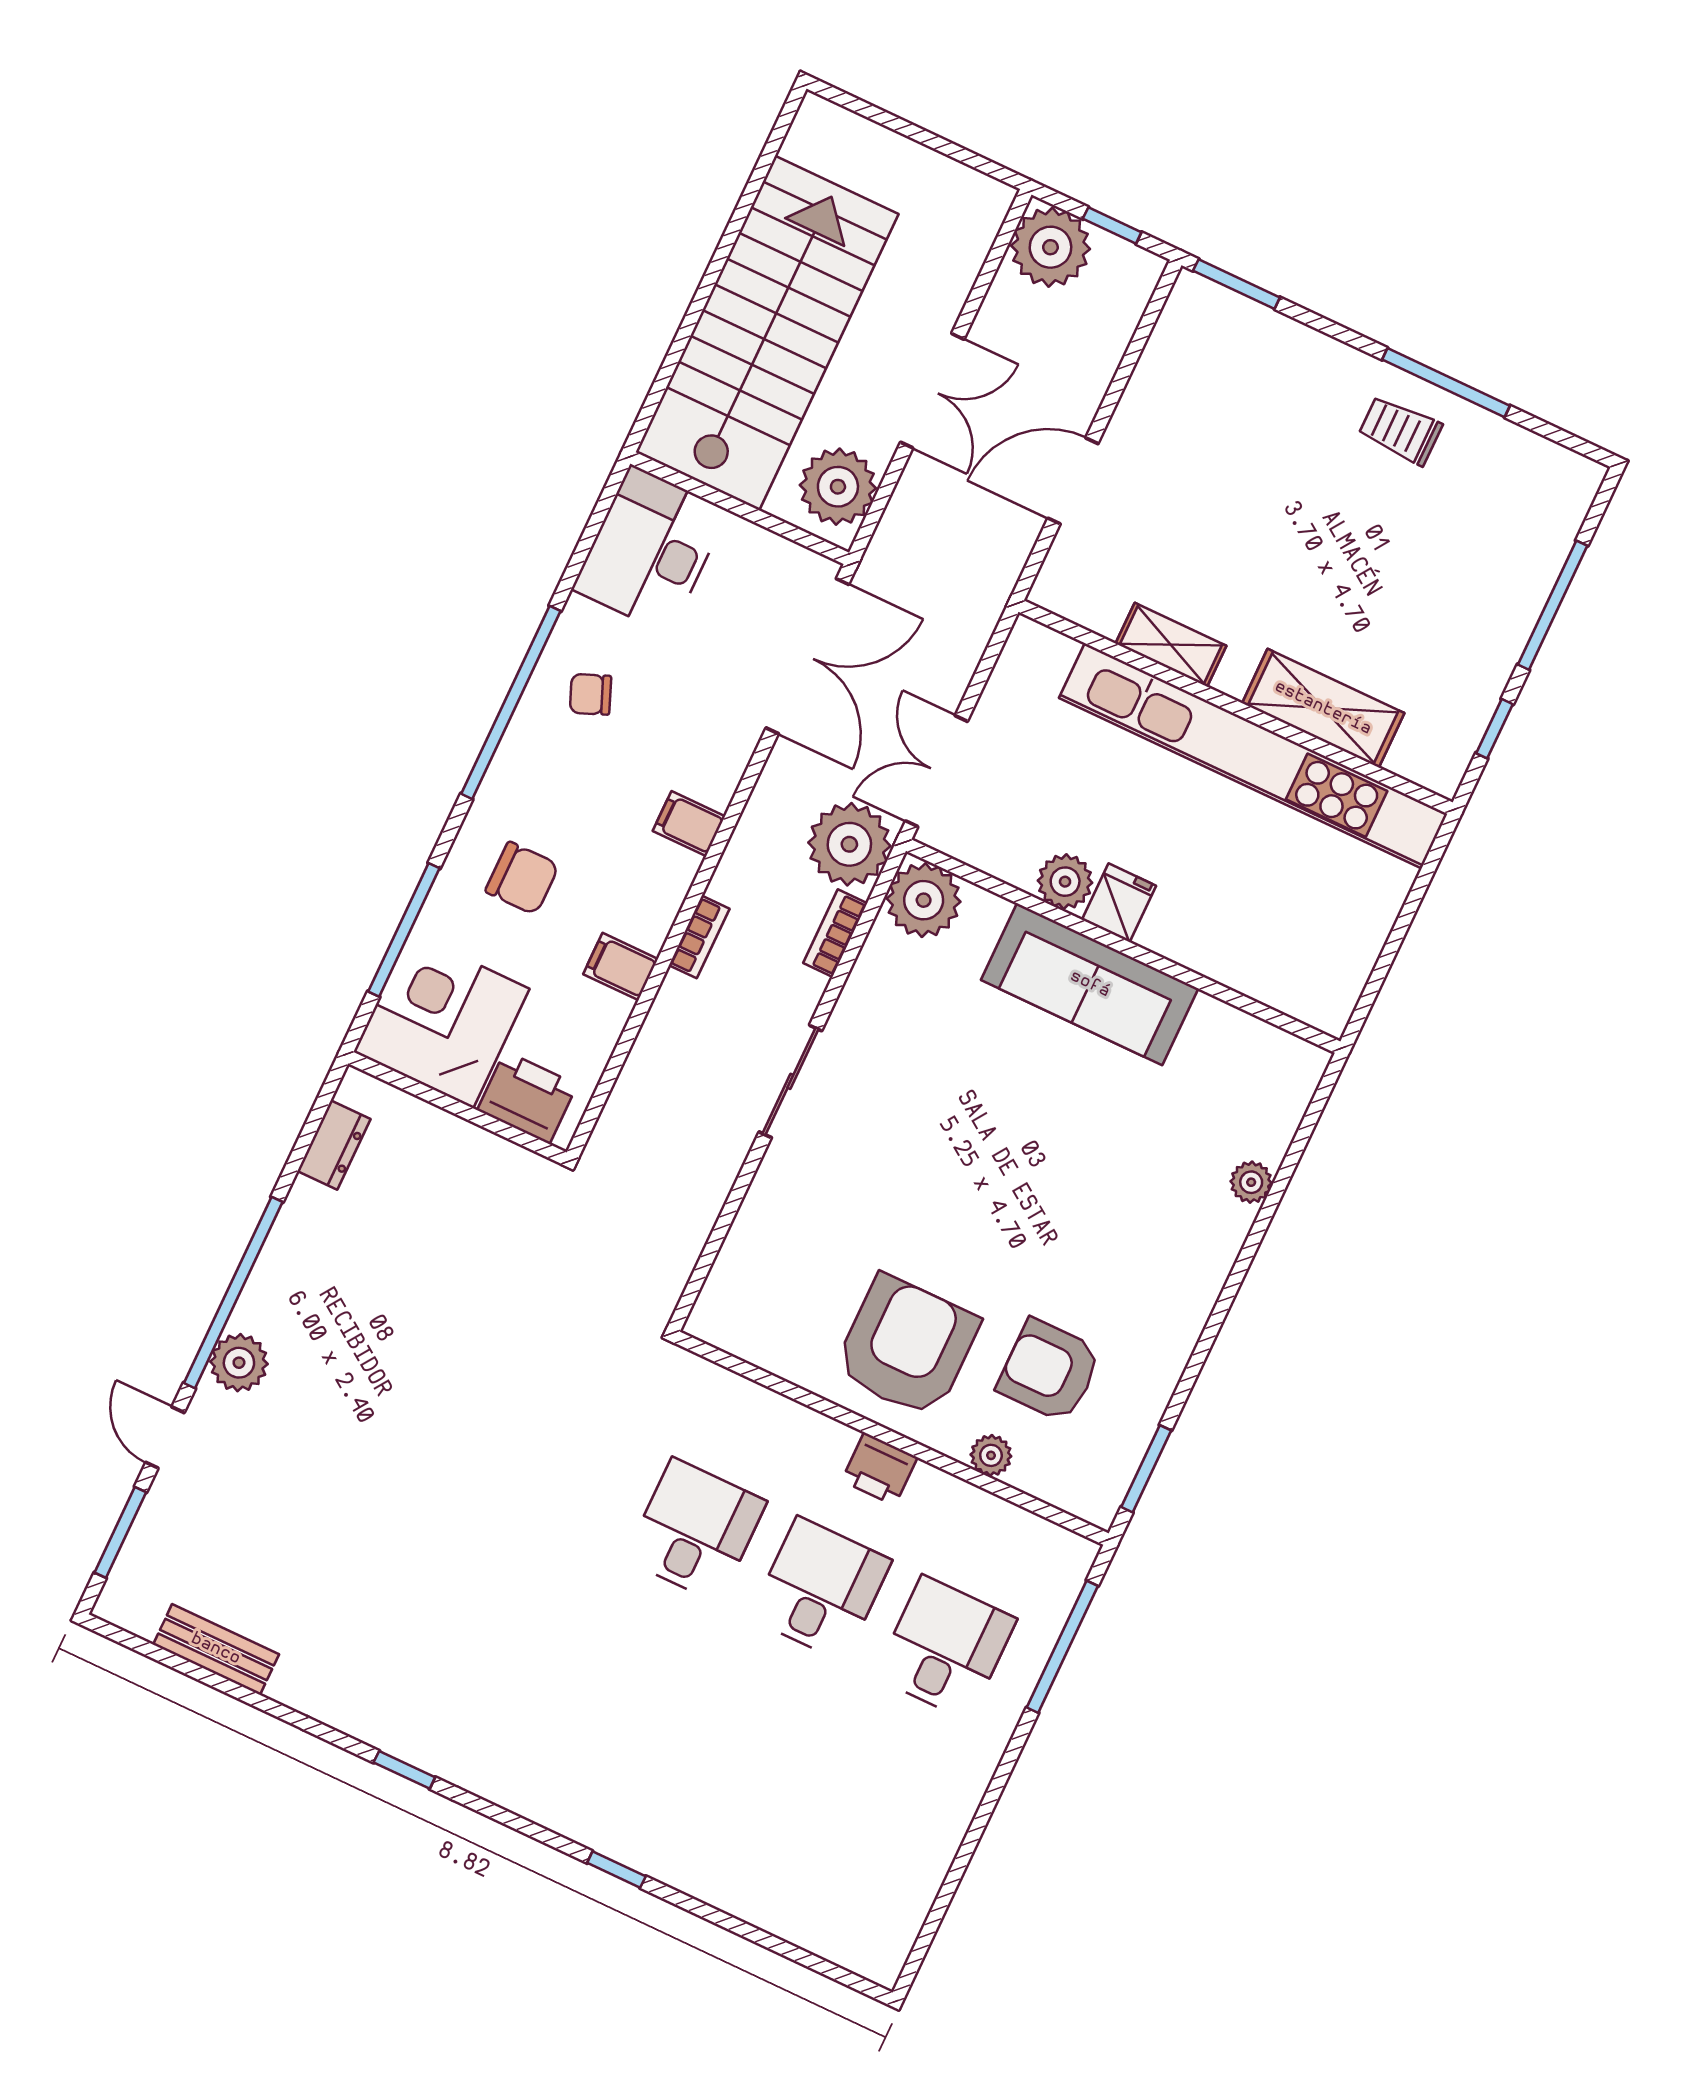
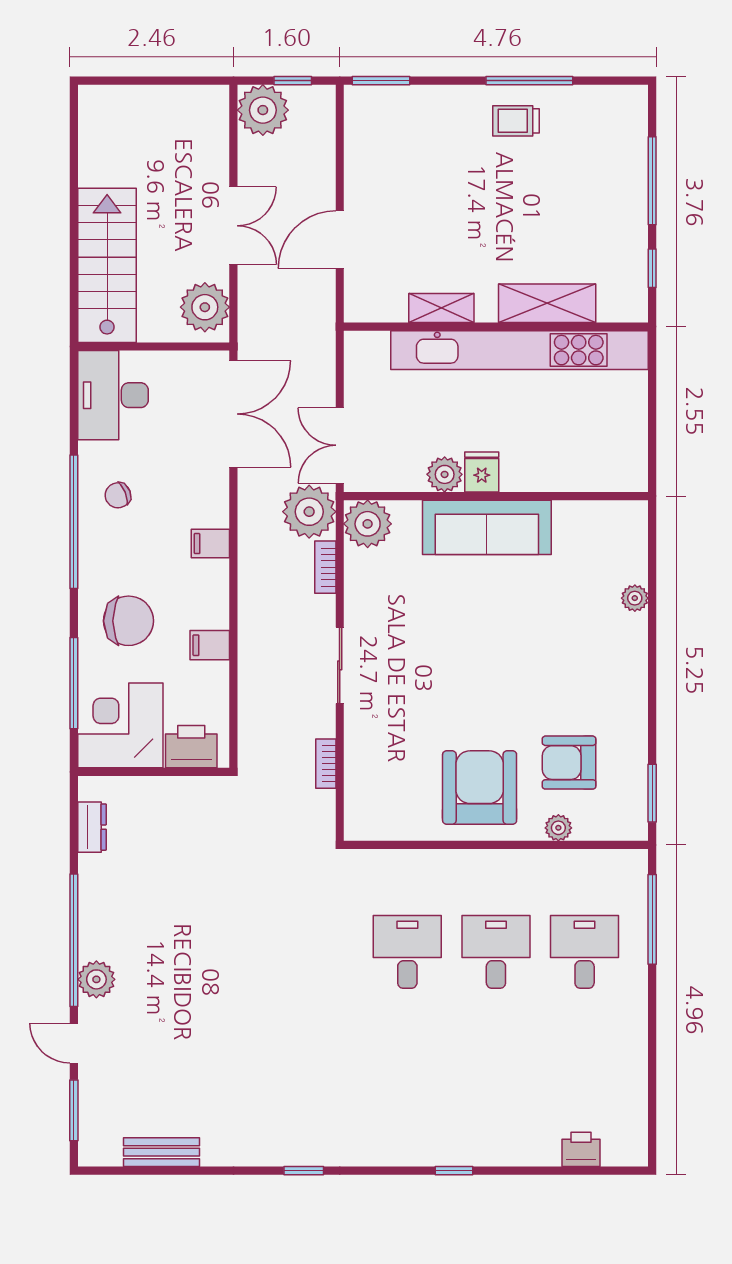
stairs: (767, 333) -> (107, 265), width x0.73, depth x0.66
chair: (522, 878) -> (129, 621), width x1.37, depth x1.37
bookcase: (699, 937) -> (326, 764), moved, turned 180
printer: (879, 1469) -> (581, 1149), moved, turned 180

